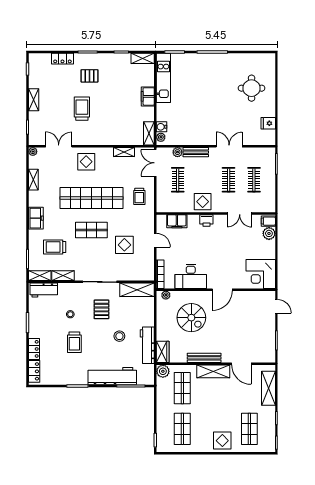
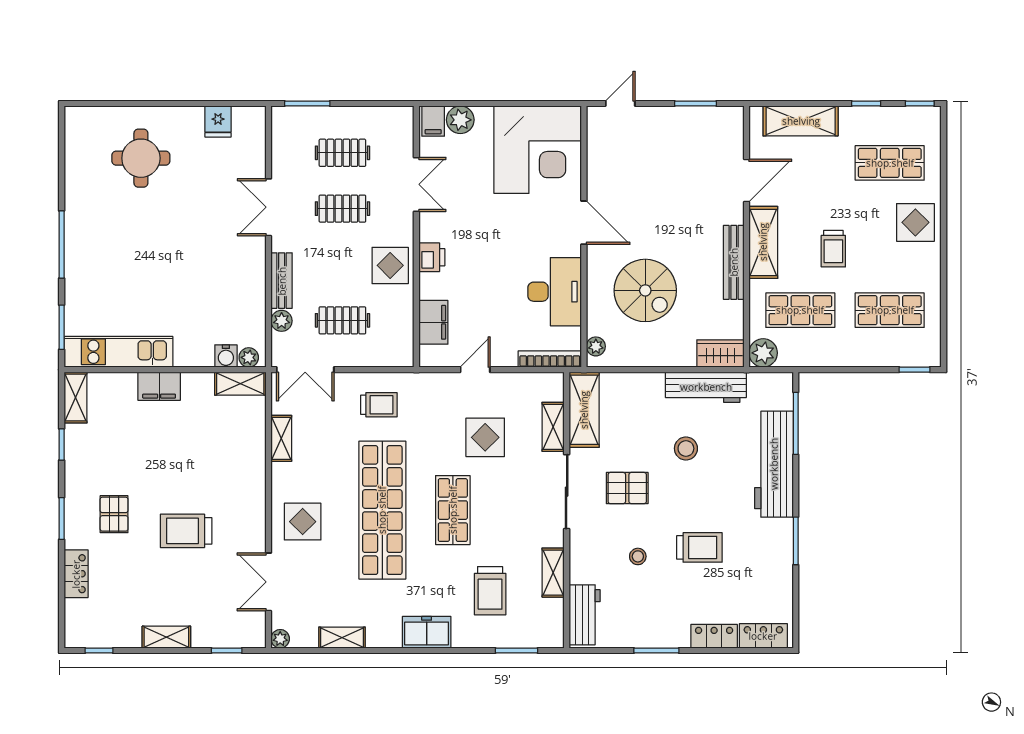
corner desk: (261, 274) -> (538, 150), width x1.36, depth x1.36
shelving: (40, 276) -> (553, 427), moved
spiral stairs: (191, 318) -> (645, 290), turned 90
trolley: (210, 403) -> (833, 249), added

